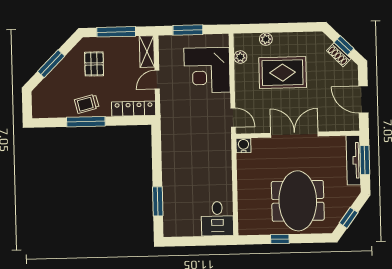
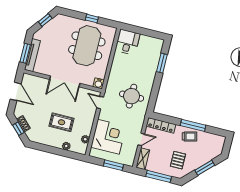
rug: (283, 73) -> (62, 122), width x0.73, depth x0.70
round table: (189, 140) -> (132, 96), added
meeting table: (298, 201) -> (87, 46), moved

